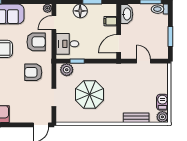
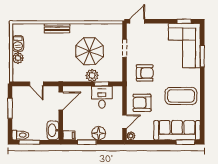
filing cabinet: (110, 21) -> (69, 135), moved
desk: (67, 44) -> (102, 97), moved, turned -90
plant: (67, 70) -> (92, 75), moved
plant: (162, 117) -> (18, 58), moved
bench: (136, 118) -> (57, 28), moved

